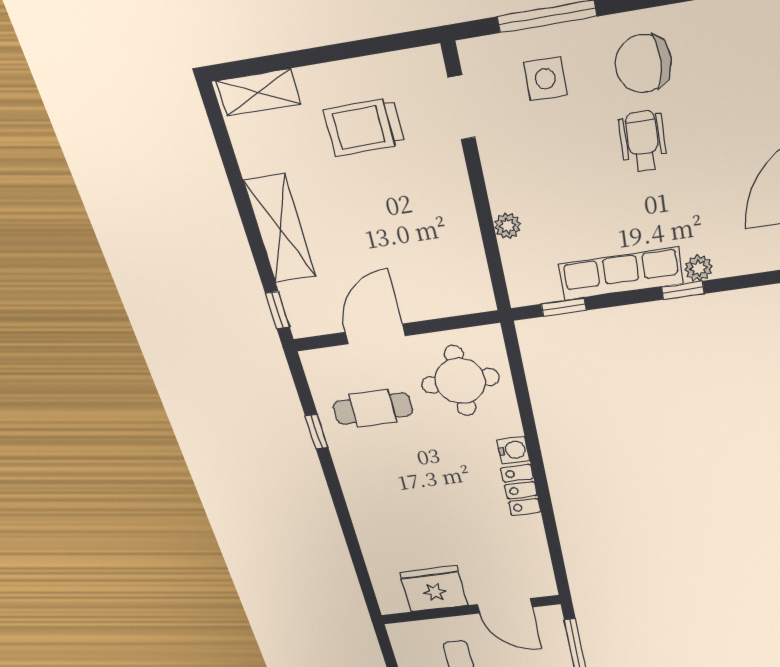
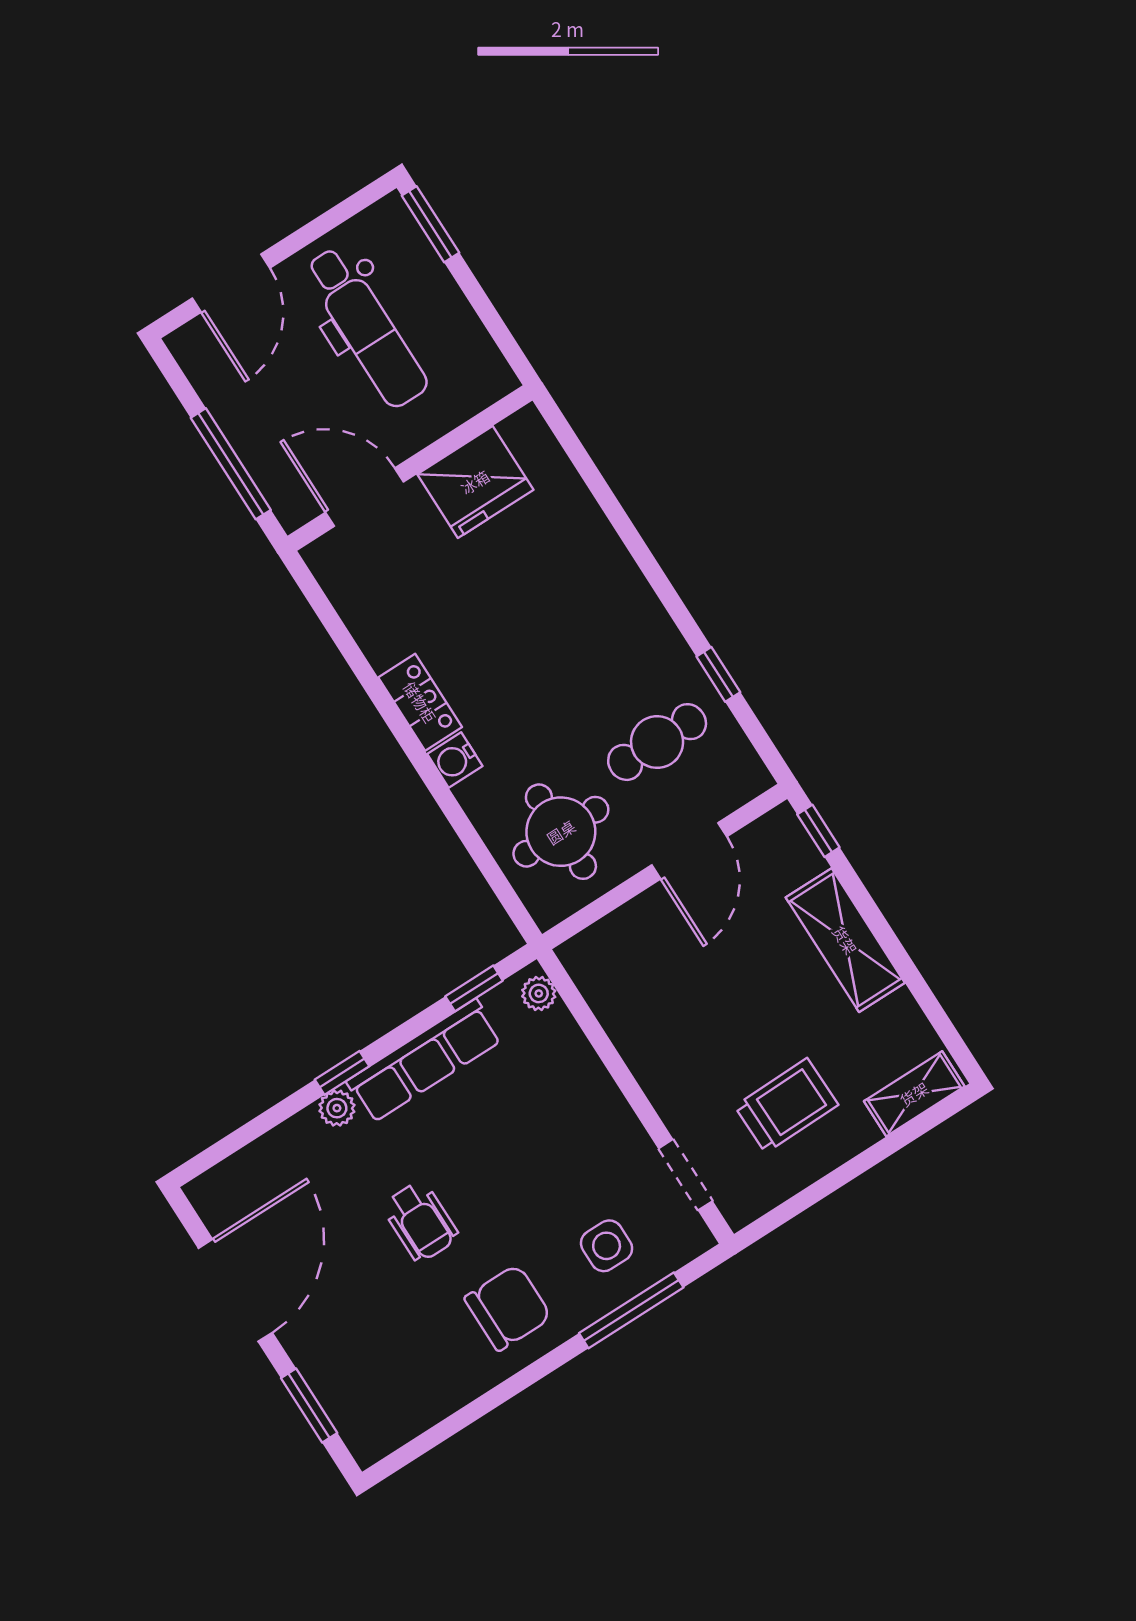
wheelchair: (643, 141) -> (420, 1221), moved
plant: (507, 226) -> (539, 993), moved

